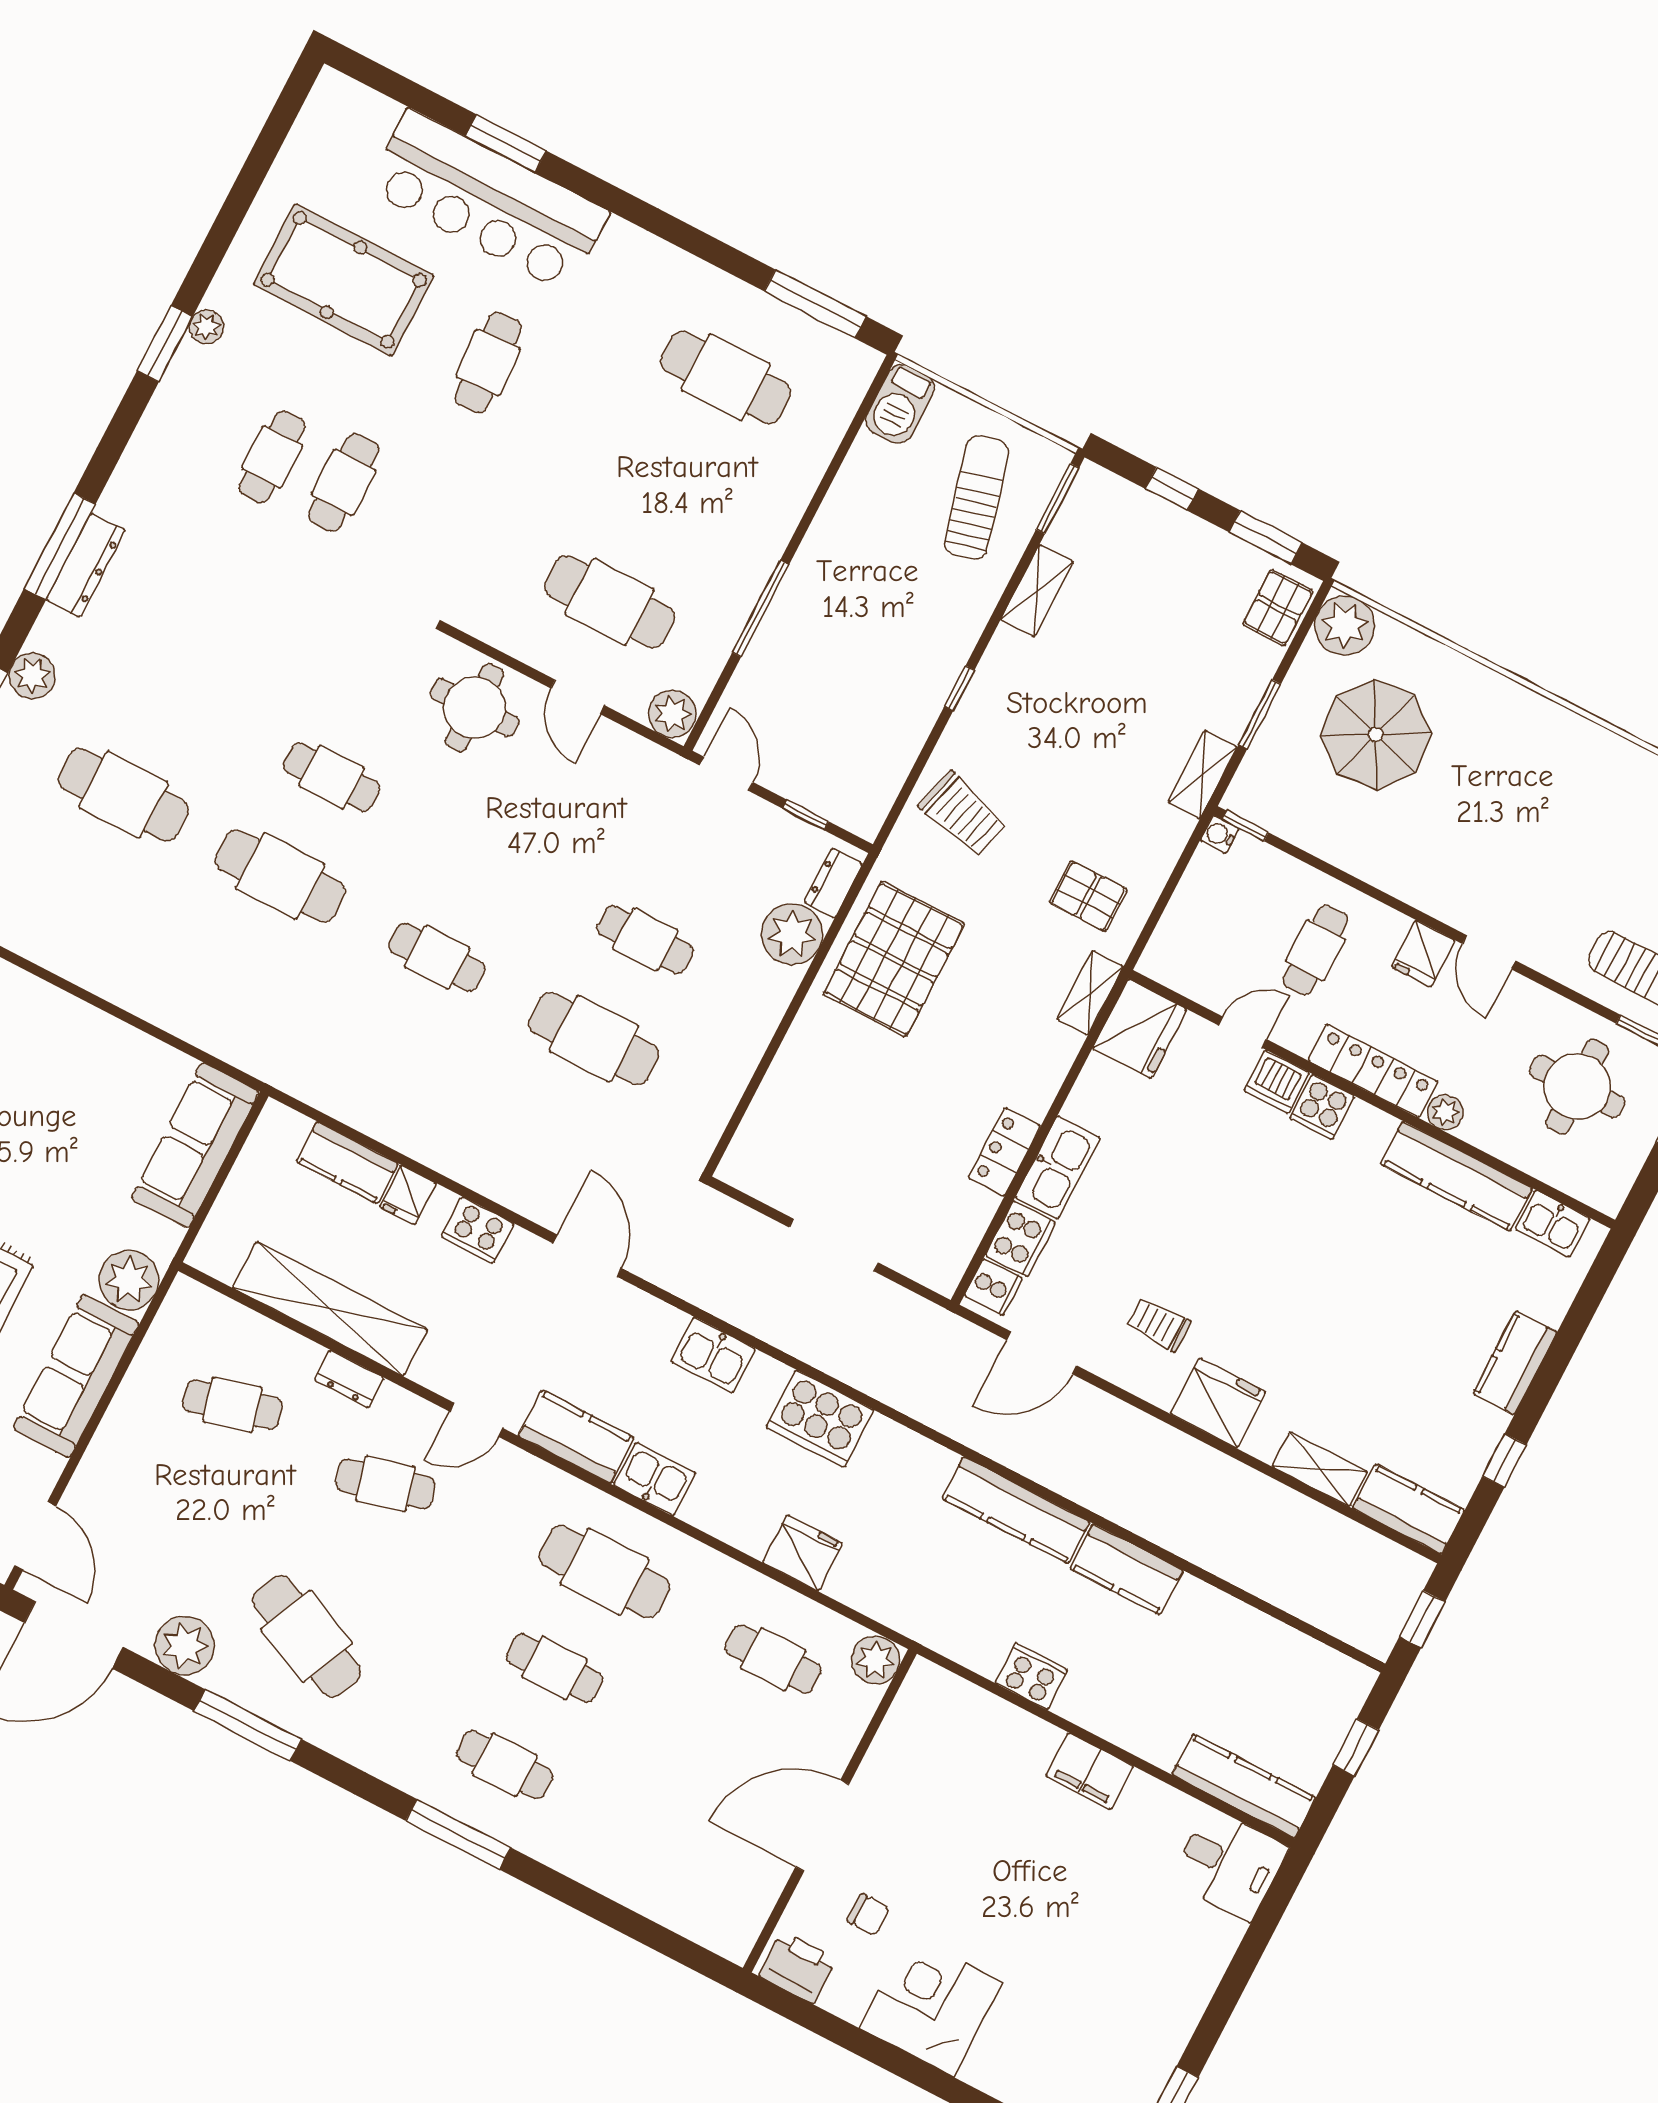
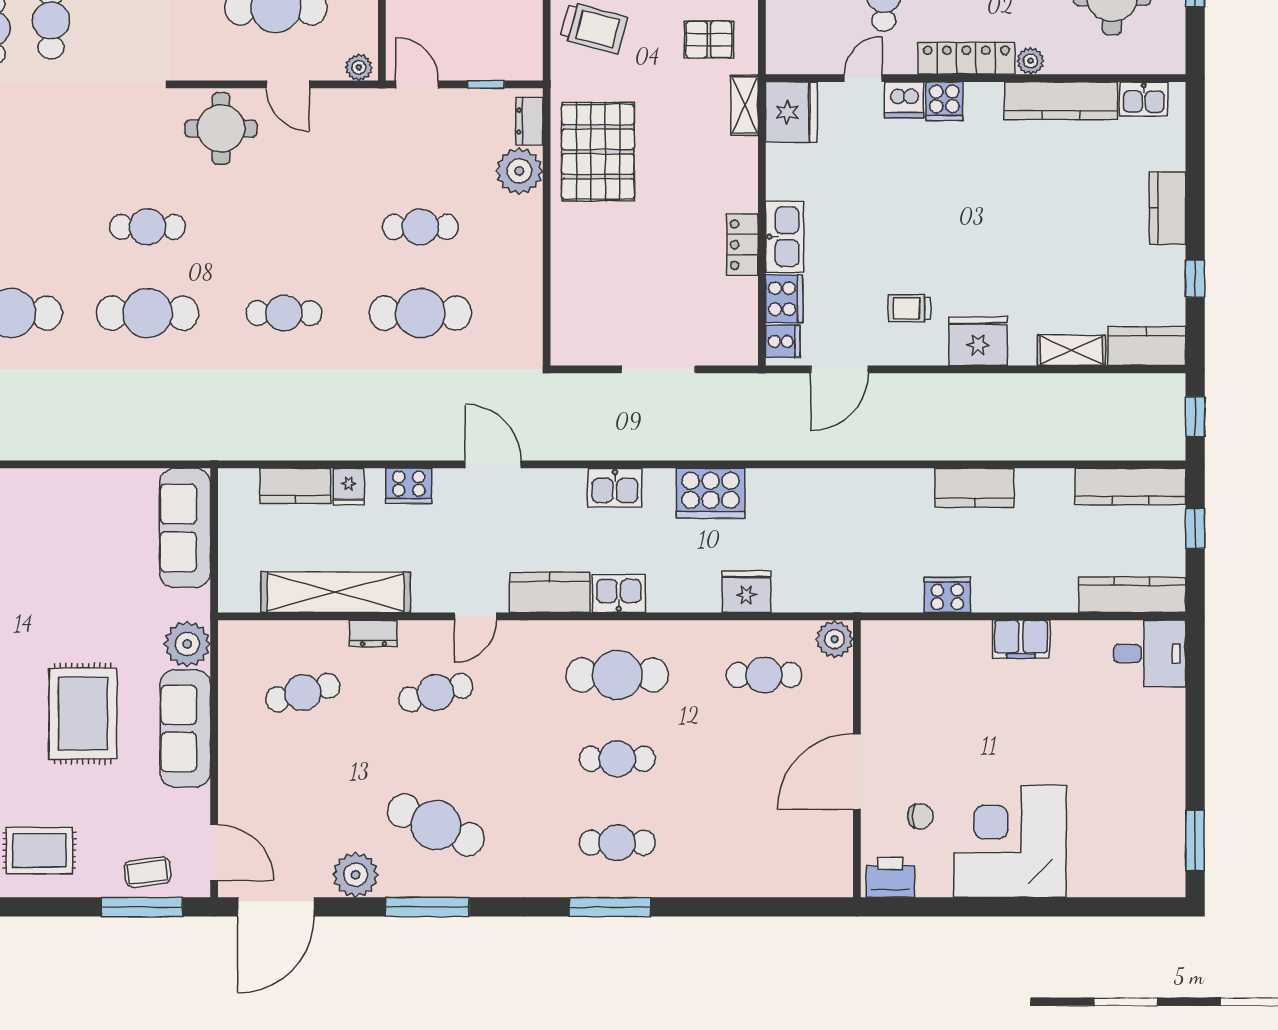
plant: (672, 714) -> (359, 67), width x0.73, depth x0.73
kitchen counter: (1016, 1510) -> (1130, 487), moved
corner desk: (931, 2005) -> (1010, 841), width x1.36, depth x1.36

